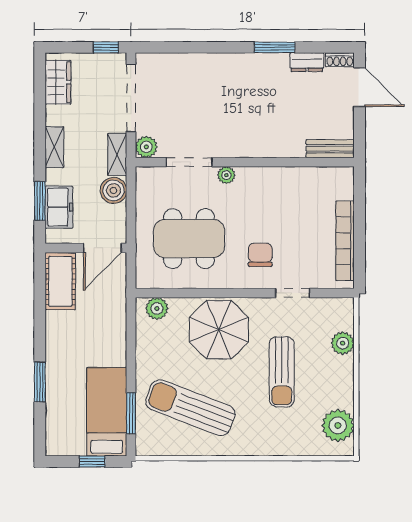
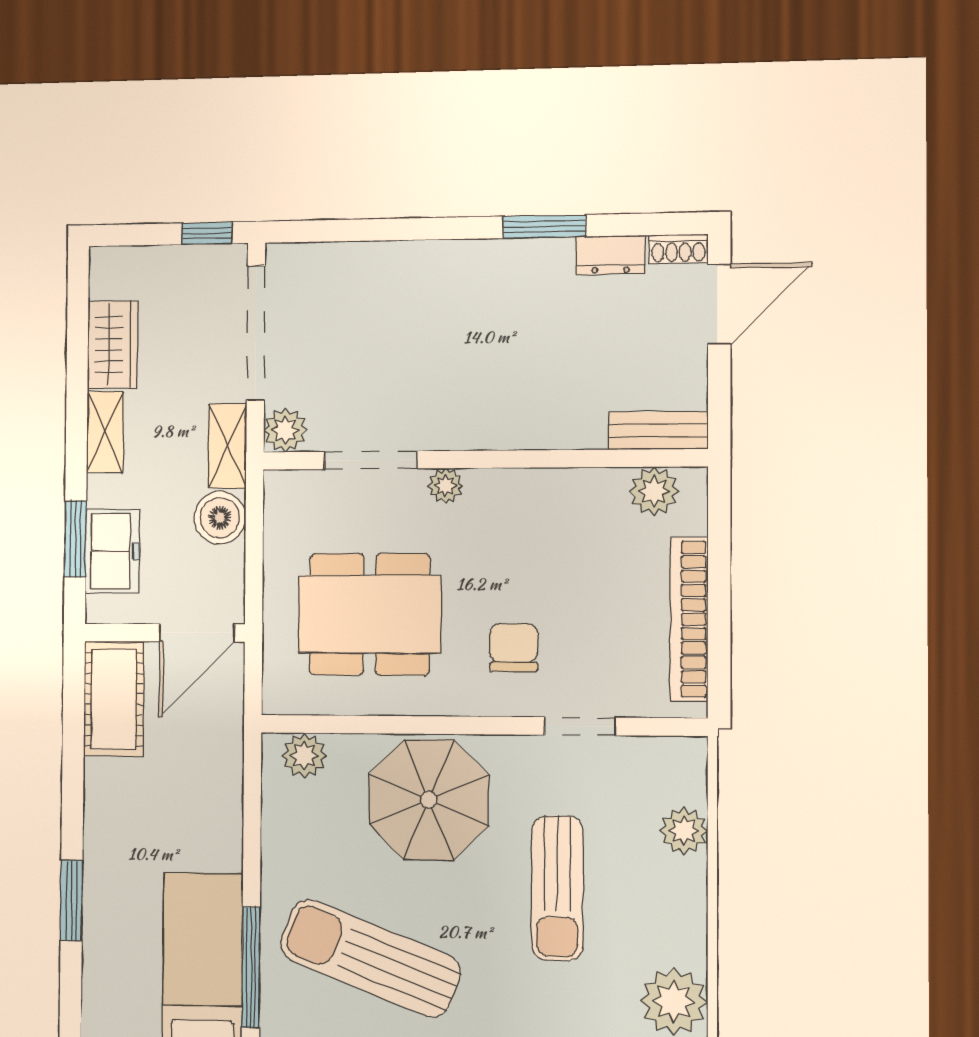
wardrobe: (58, 82) -> (113, 344), moved
door: (359, 87) -> (719, 304), hinge flipped
plant: (328, 178) -> (654, 491), added
window: (131, 413) -> (251, 967), width x1.44

